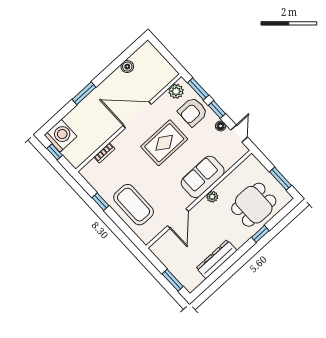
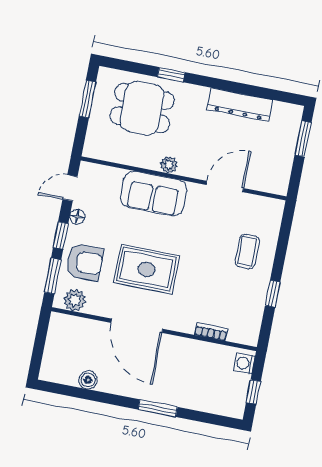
washing machine: (60, 136) -> (244, 363), moved, width x0.53, depth x0.53
coffee table: (134, 205) -> (247, 252), width x0.54, depth x0.58

